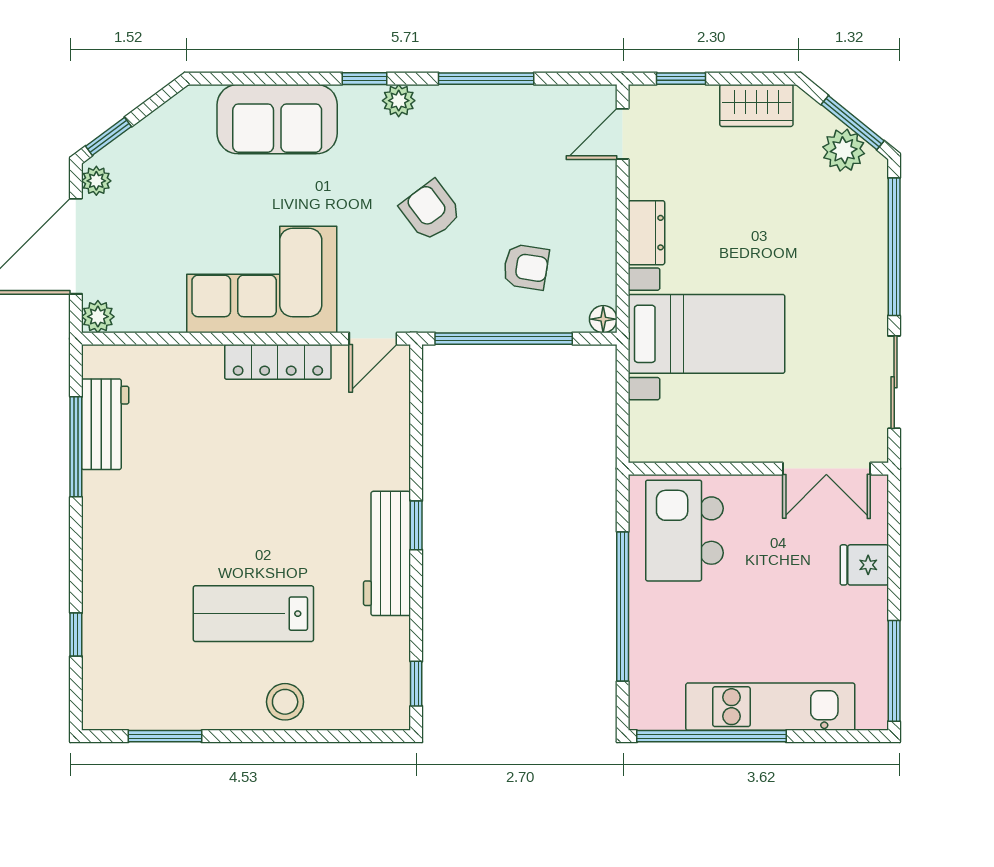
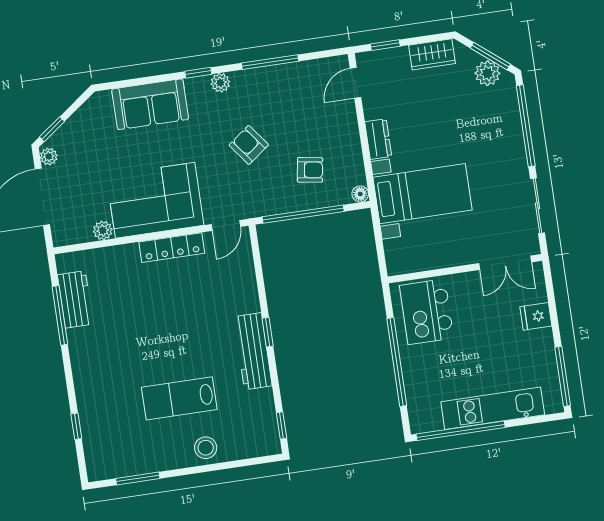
plant: (98, 317) -> (103, 230), moved

